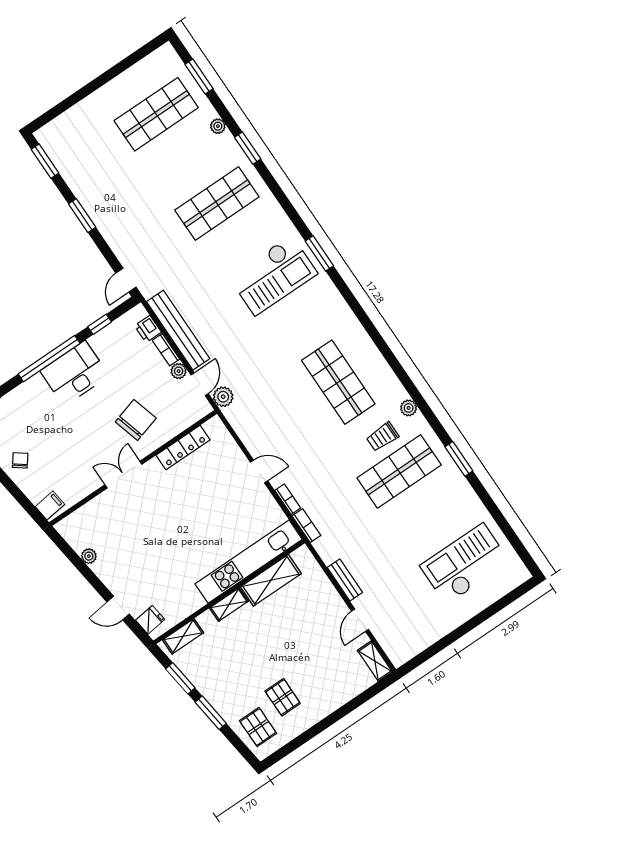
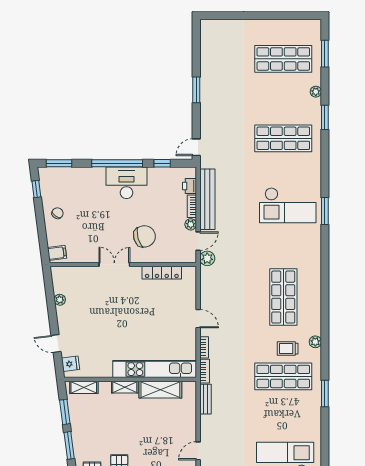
window: (45, 161) -> (196, 42), removed
bench: (345, 580) -> (206, 399), moved

